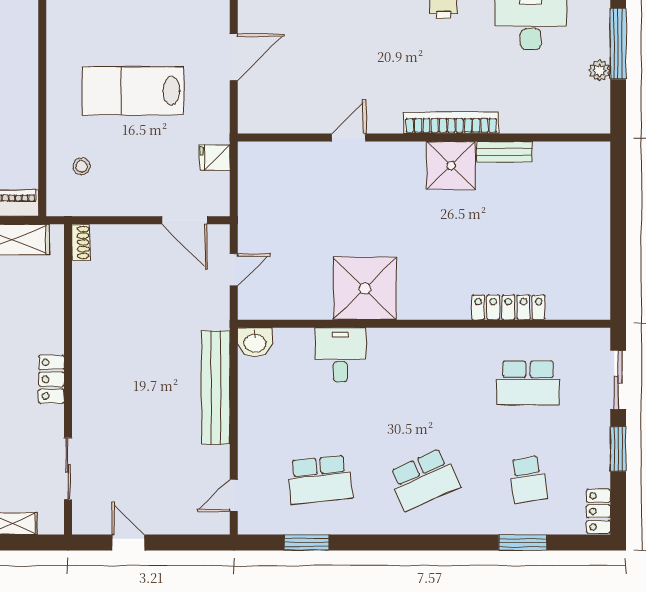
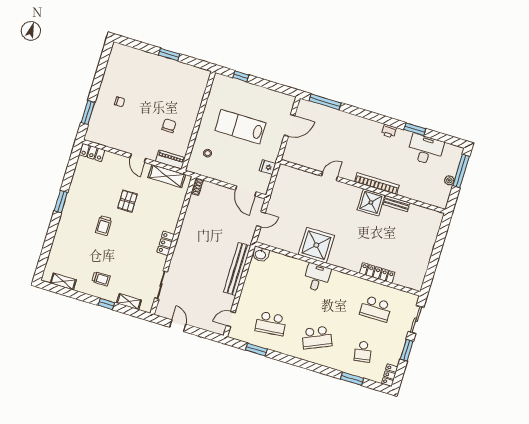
desk: (340, 355) -> (317, 277), moved

